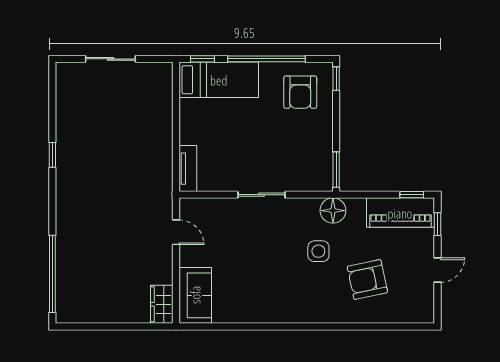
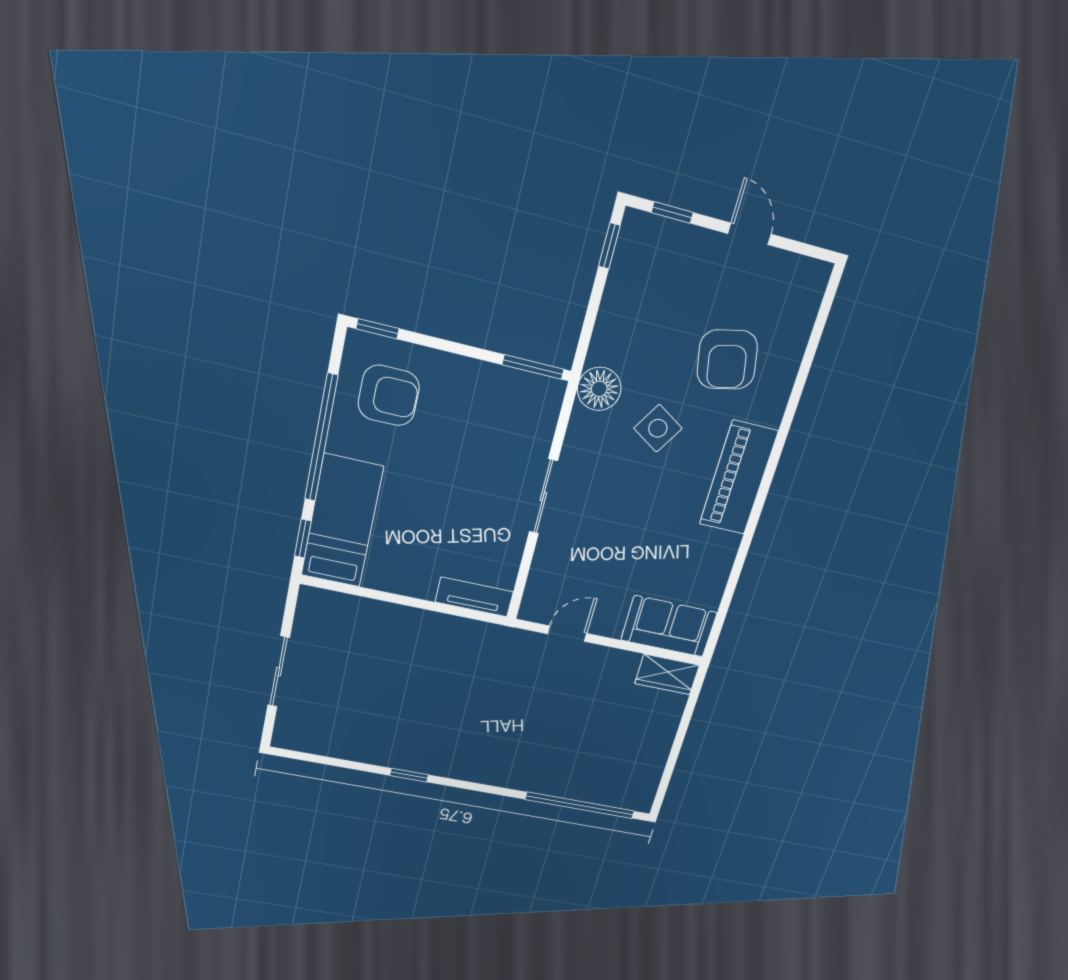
piano: (400, 213) -> (738, 478), moved, turned 180
side table: (318, 251) -> (658, 428), turned 32

